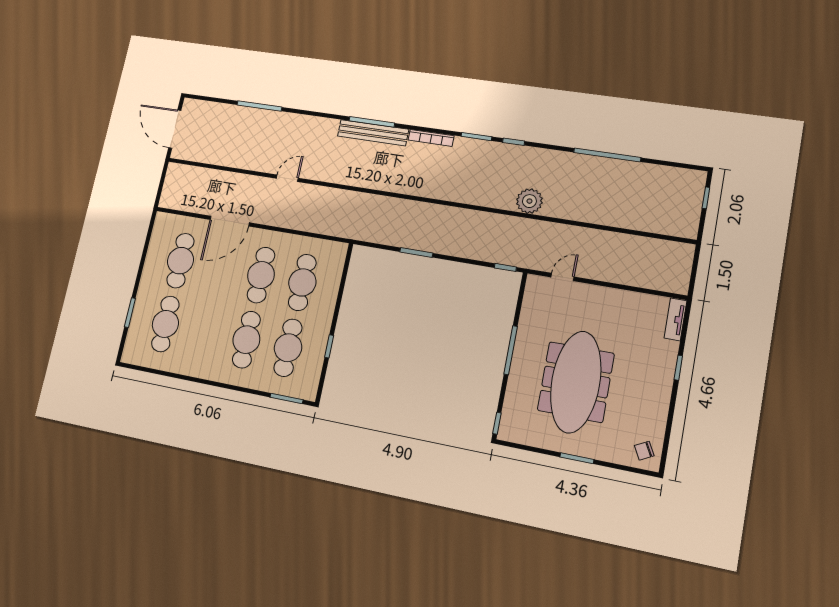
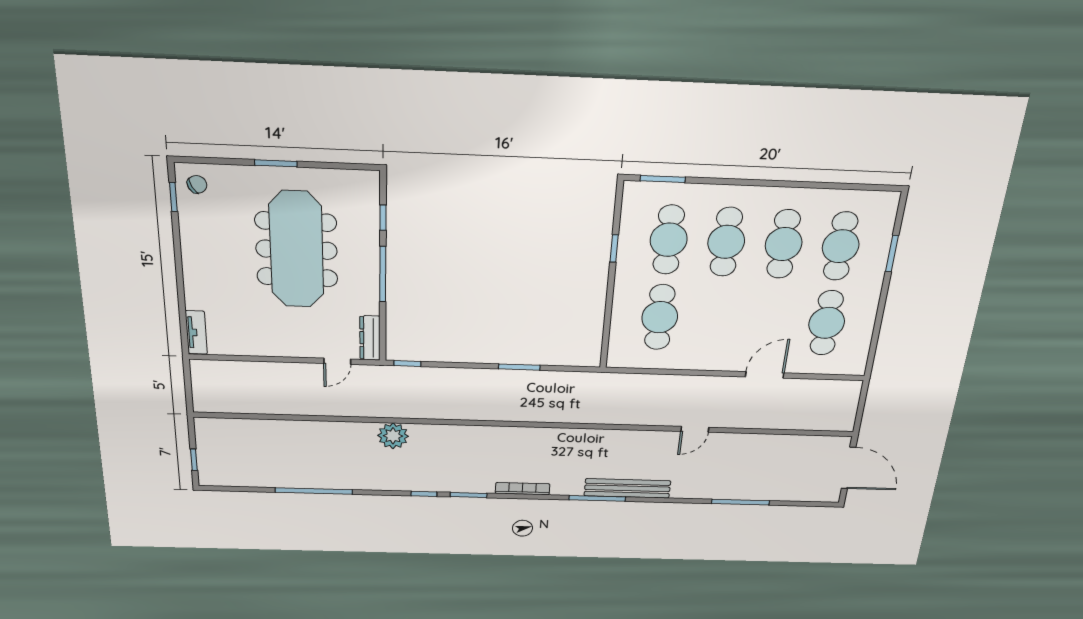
bench: (373, 133) -> (627, 488), moved
door: (230, 221) -> (765, 375), width x0.73
cafe table: (261, 275) -> (784, 244), moved
dresser: (532, 295) -> (370, 338), added
window: (678, 368) -> (173, 197), moved
window: (497, 423) -> (383, 218), moved

